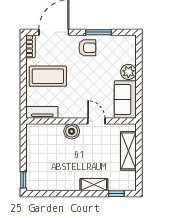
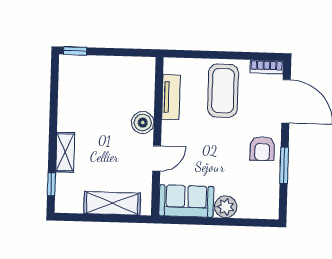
tv unit: (42, 112) -> (171, 97), moved

